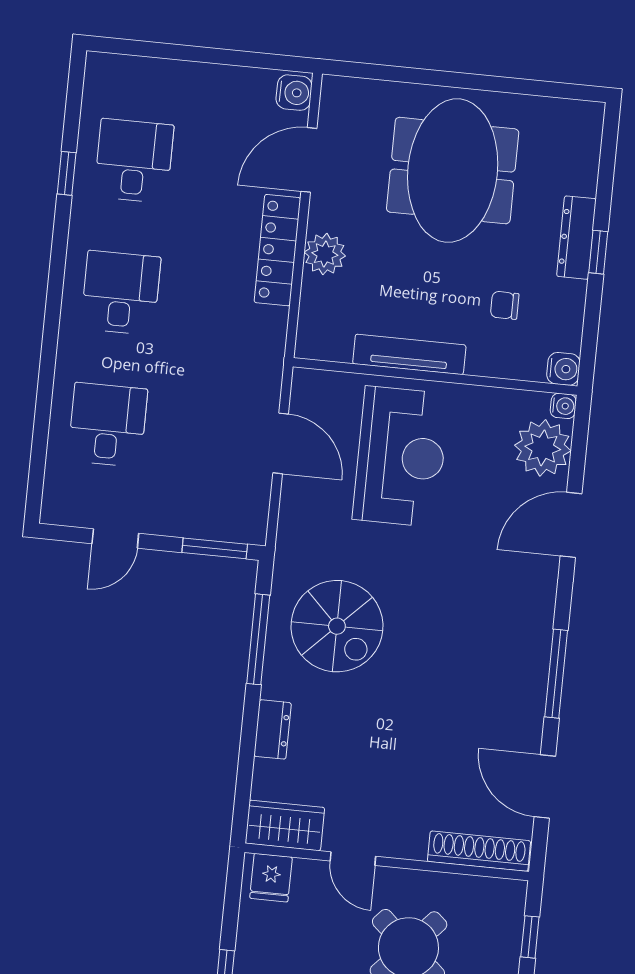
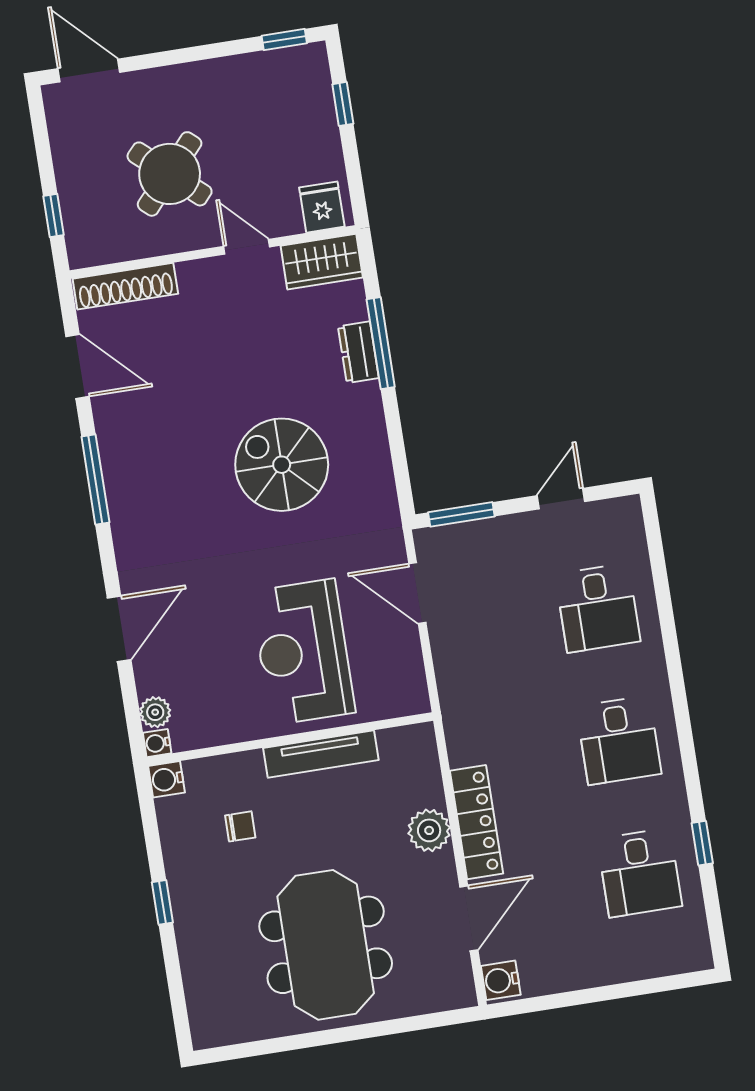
dresser: (577, 238) -> (187, 911), removed
door: (281, 443) -> (417, 593), moved
plant: (543, 448) -> (155, 712), width x0.53, depth x0.53
spiral stairs: (337, 626) -> (282, 465), moved
window: (258, 639) -> (381, 343), moved

